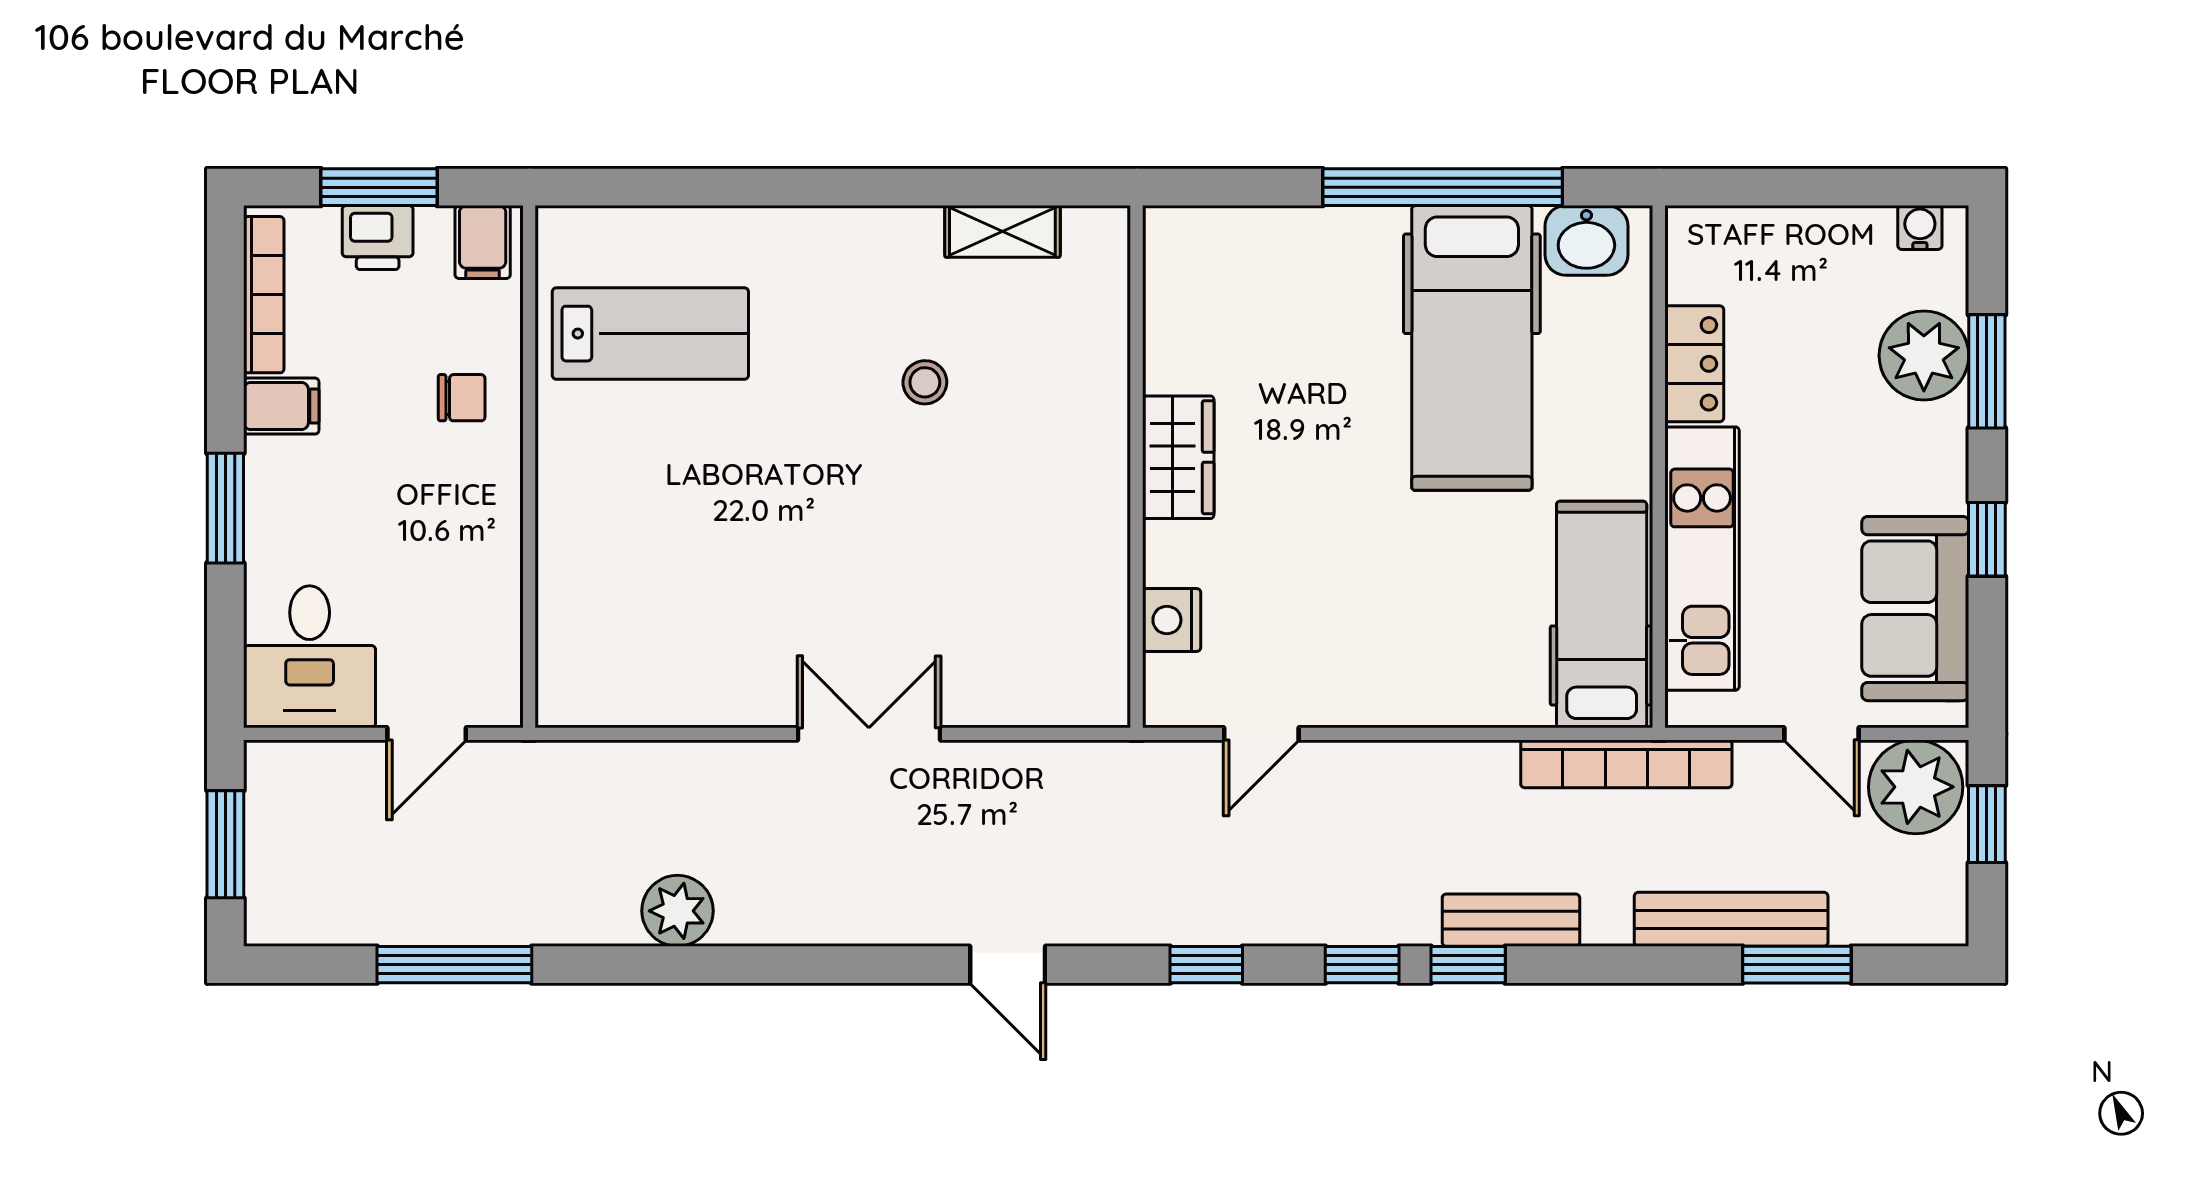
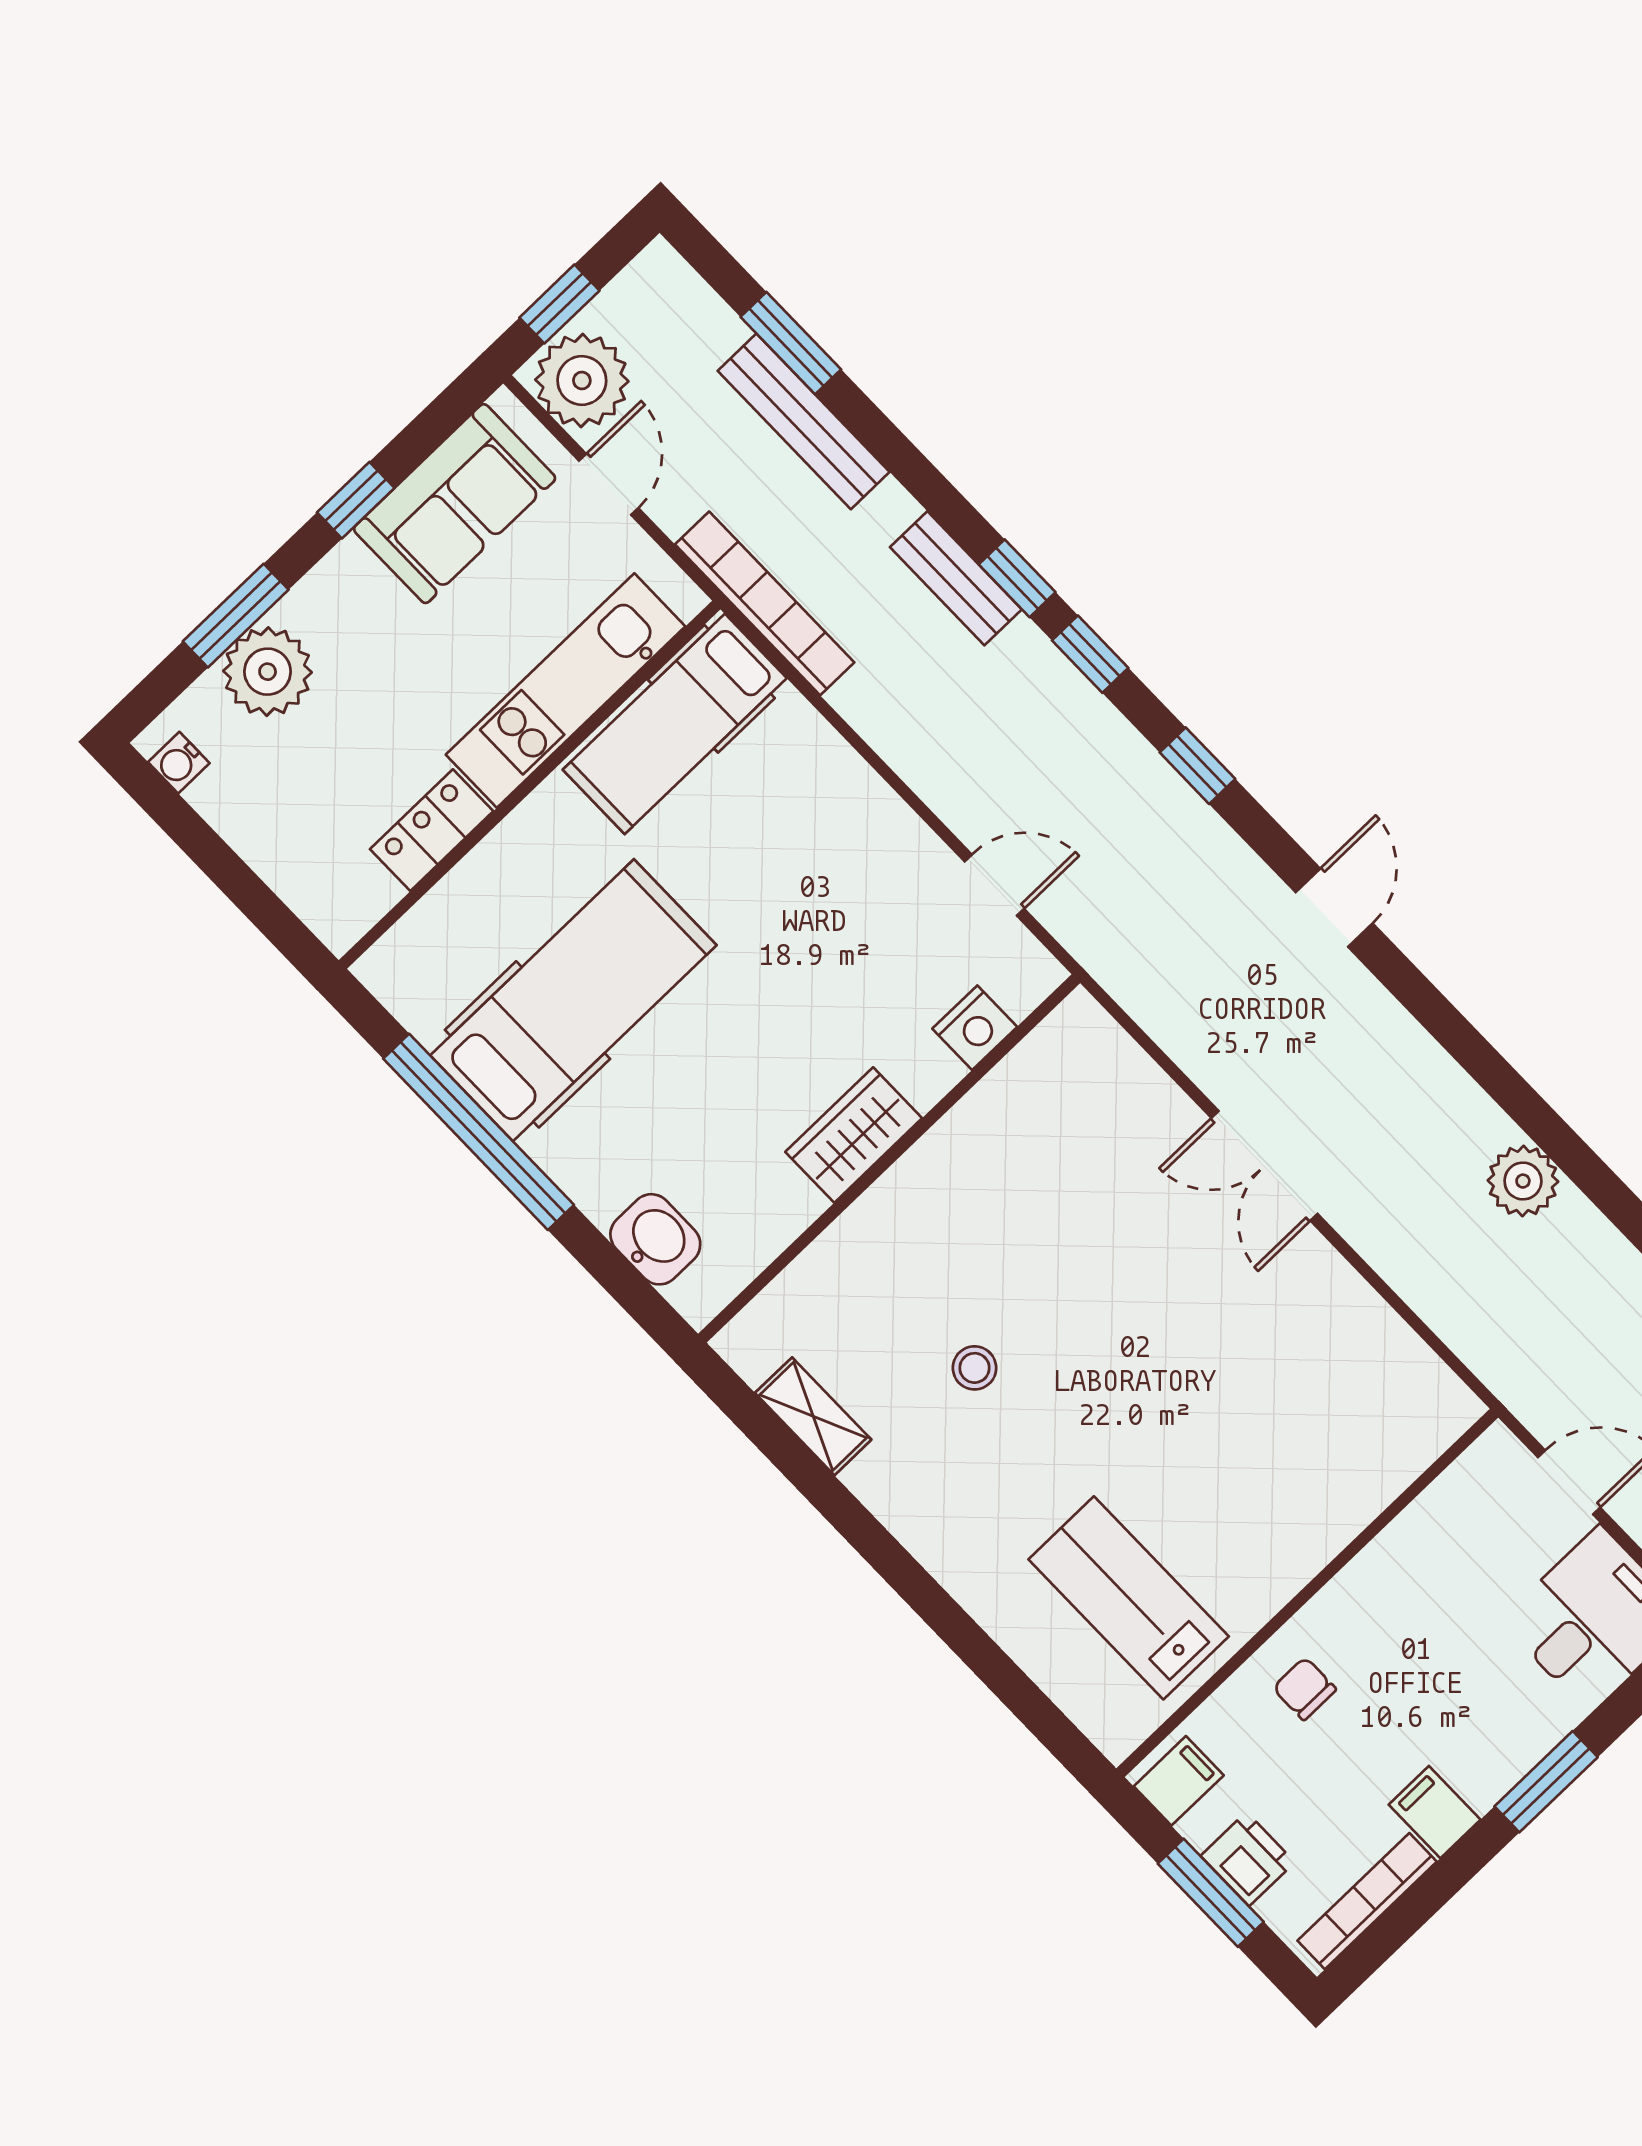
washbasin: (1586, 240) -> (655, 1239), moved

